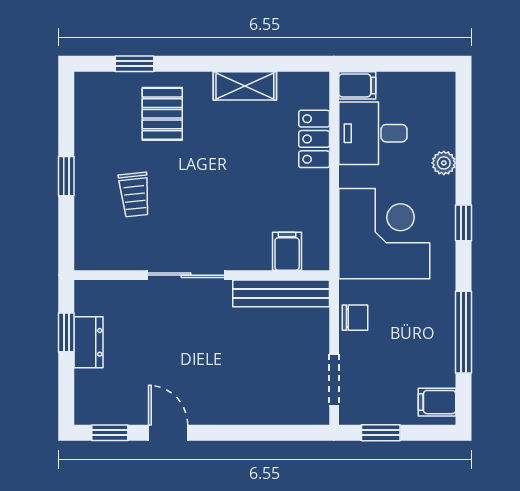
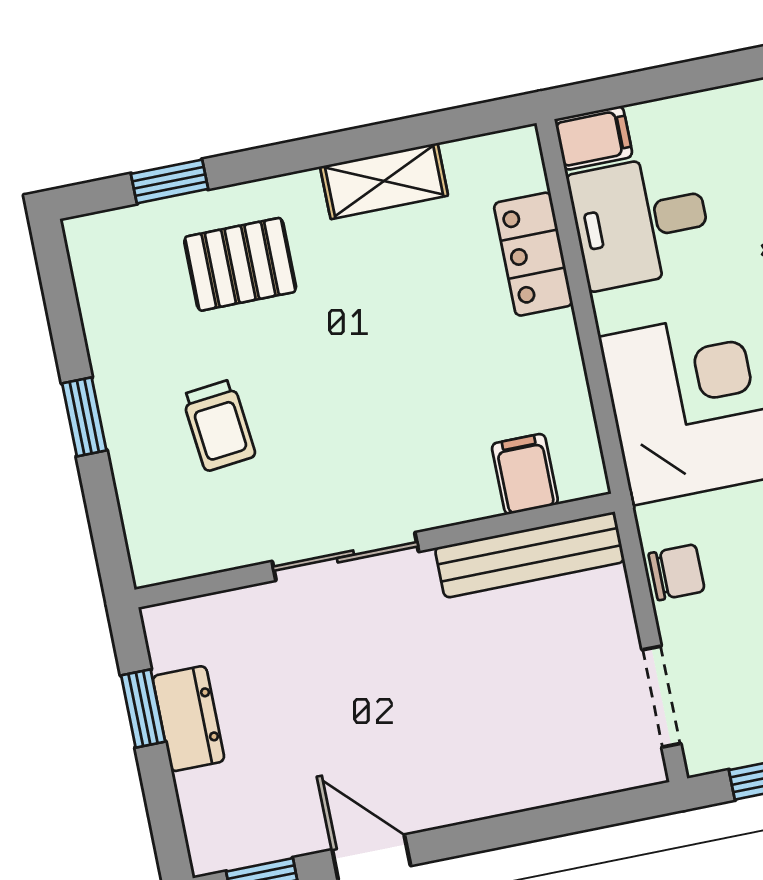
pallet: (162, 114) -> (240, 264), turned 90

